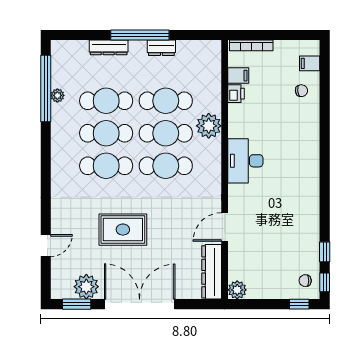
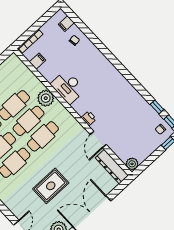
printer: (236, 94) -> (89, 118), moved
desk: (245, 161) -> (68, 87), moved

